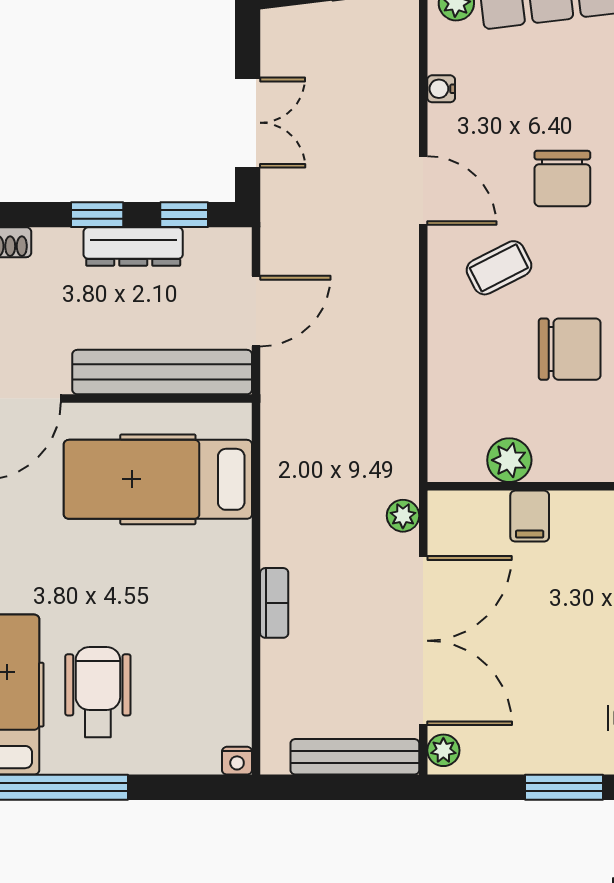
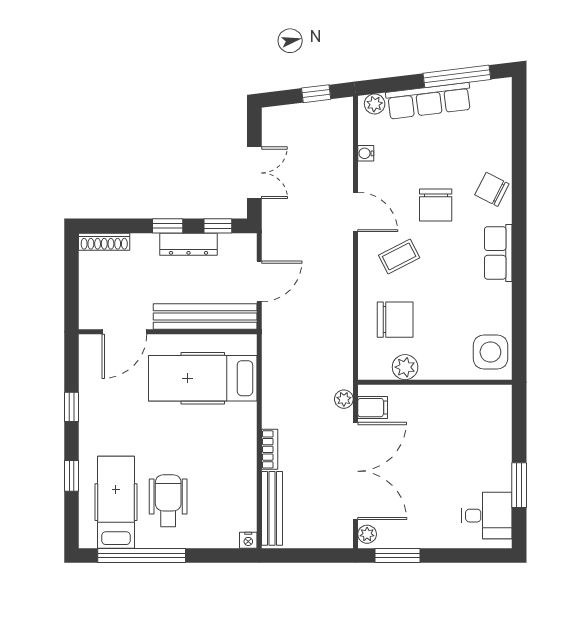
chair: (570, 349) -> (395, 320), moved
filing cabinet: (530, 516) -> (373, 408), moved, turned -90
bench: (355, 757) -> (272, 508), moved, turned 90
window: (564, 787) -> (398, 555), moved

